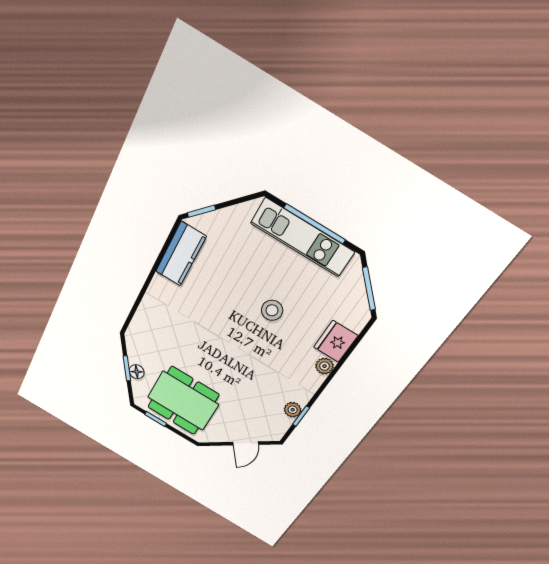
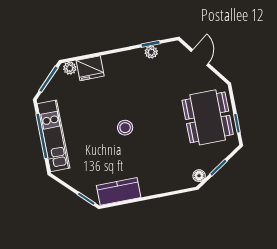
stool: (272, 310) -> (125, 128), moved
plant: (325, 366) -> (70, 68), moved
floor lamp: (137, 372) -> (199, 176), moved
door: (246, 443) -> (200, 57), hinge flipped

